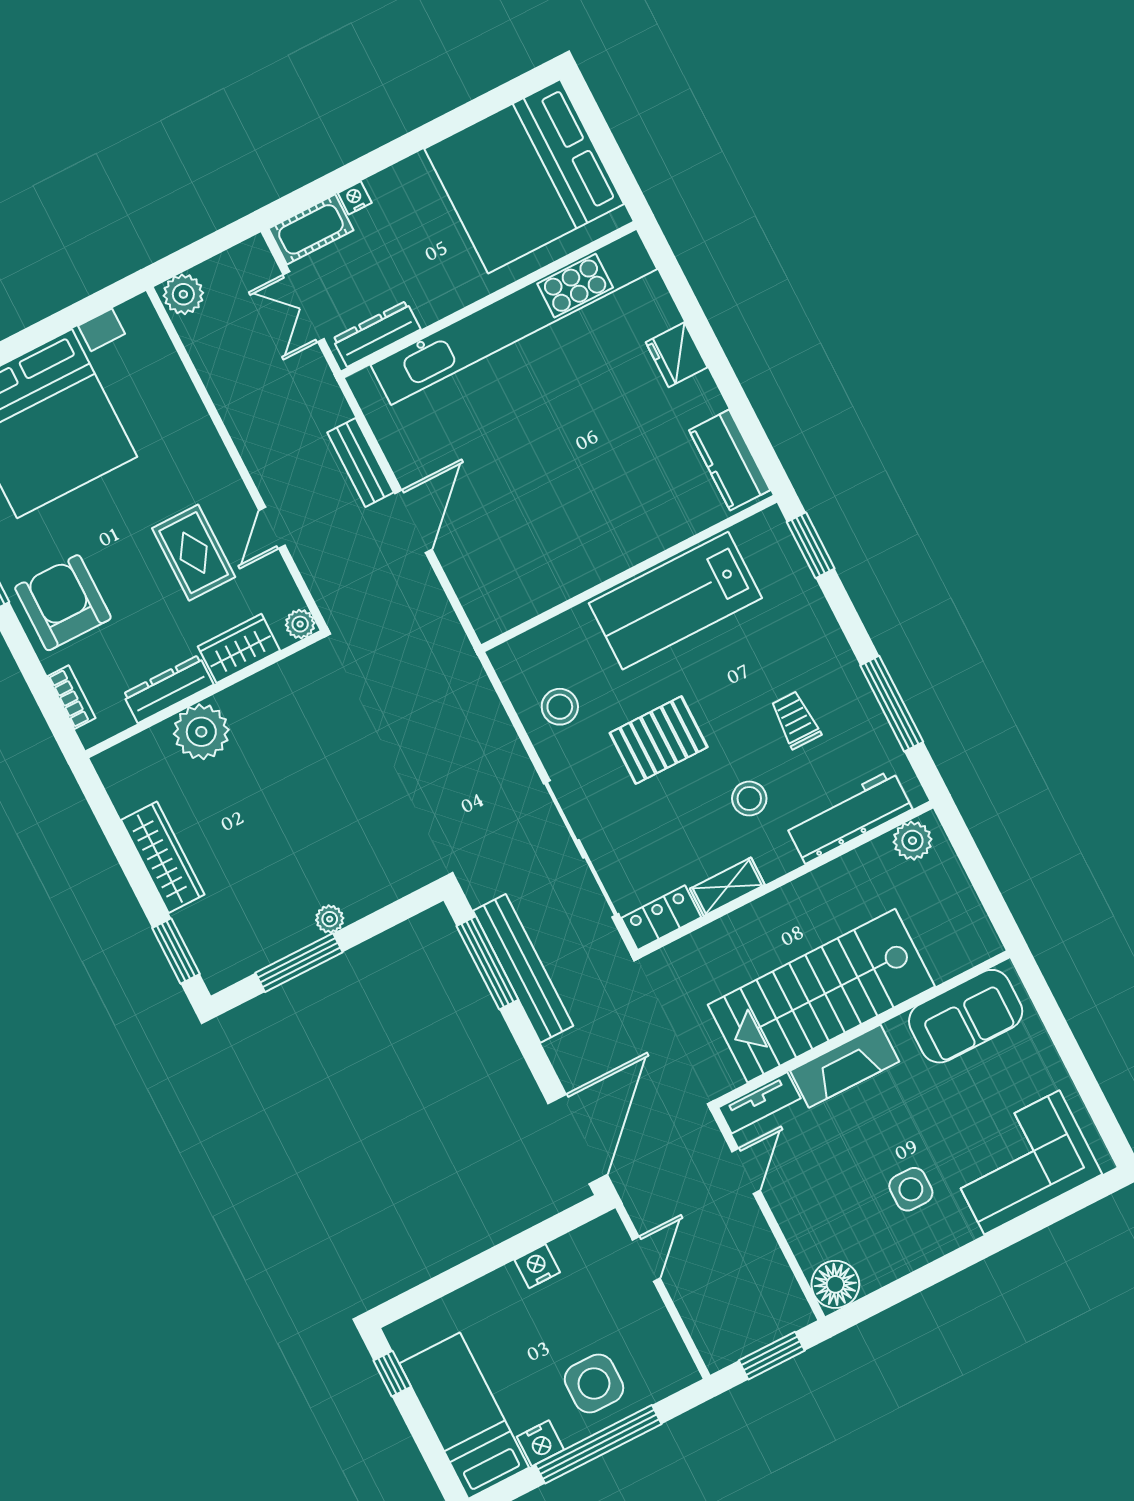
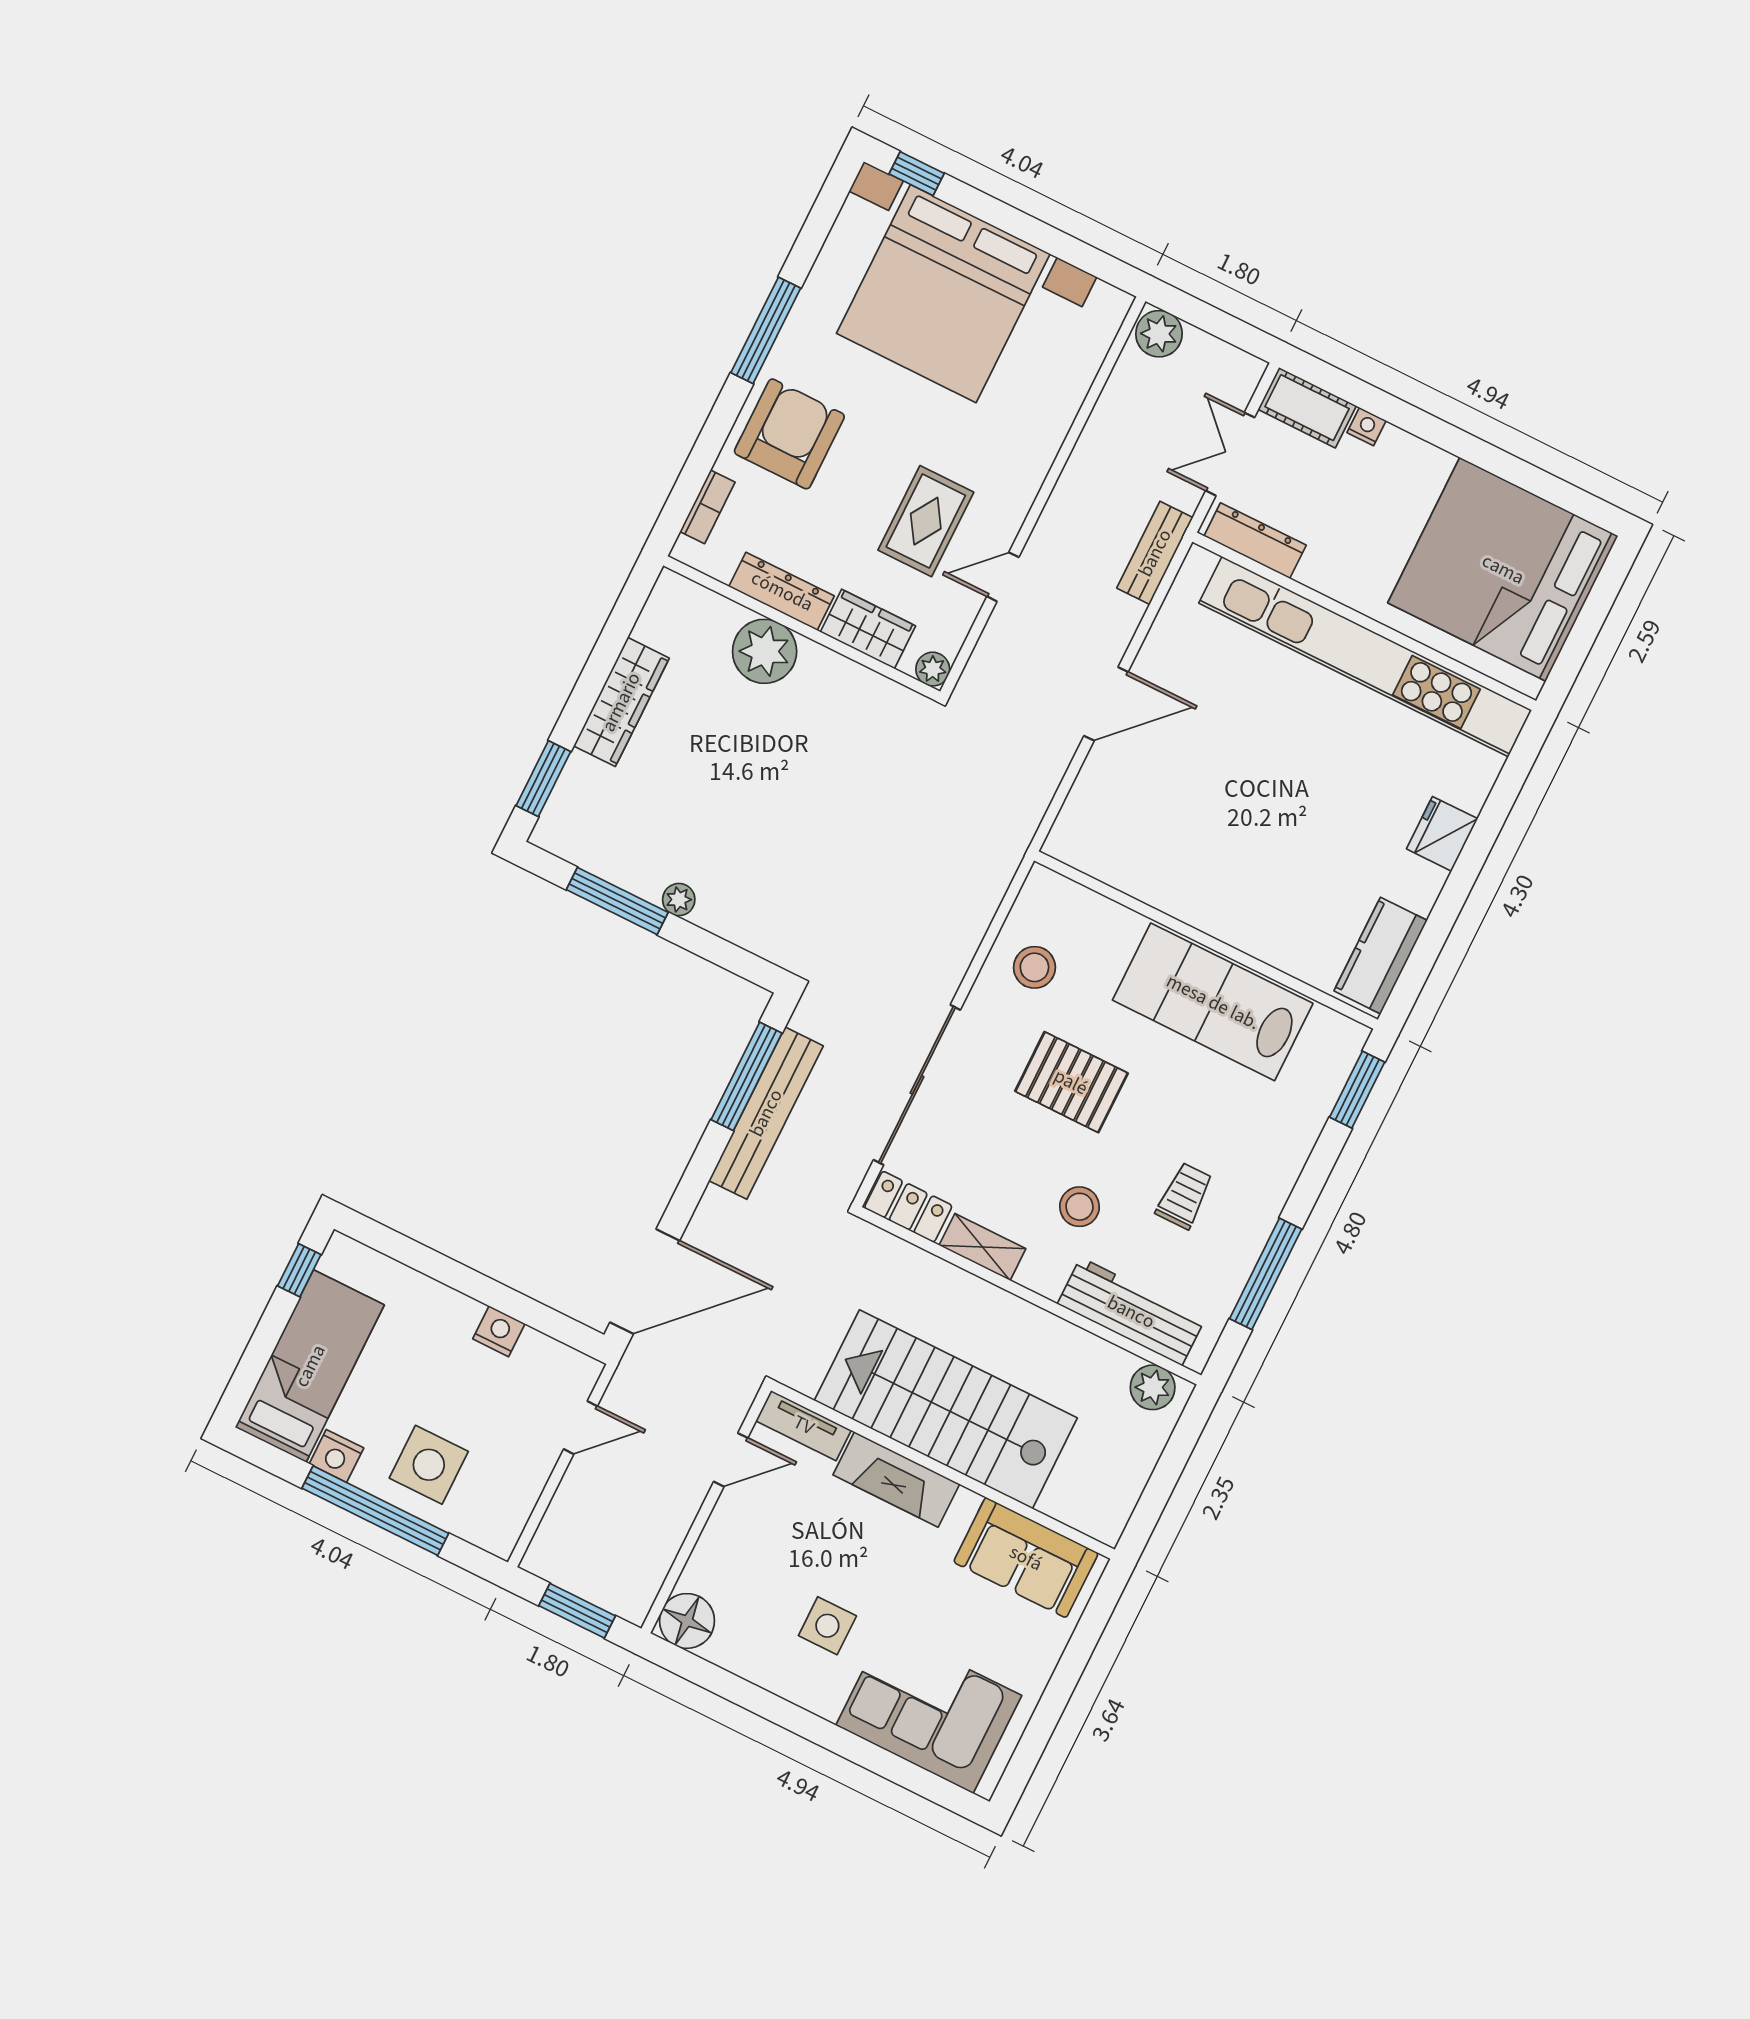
bench: (360, 462) -> (1155, 553), moved

